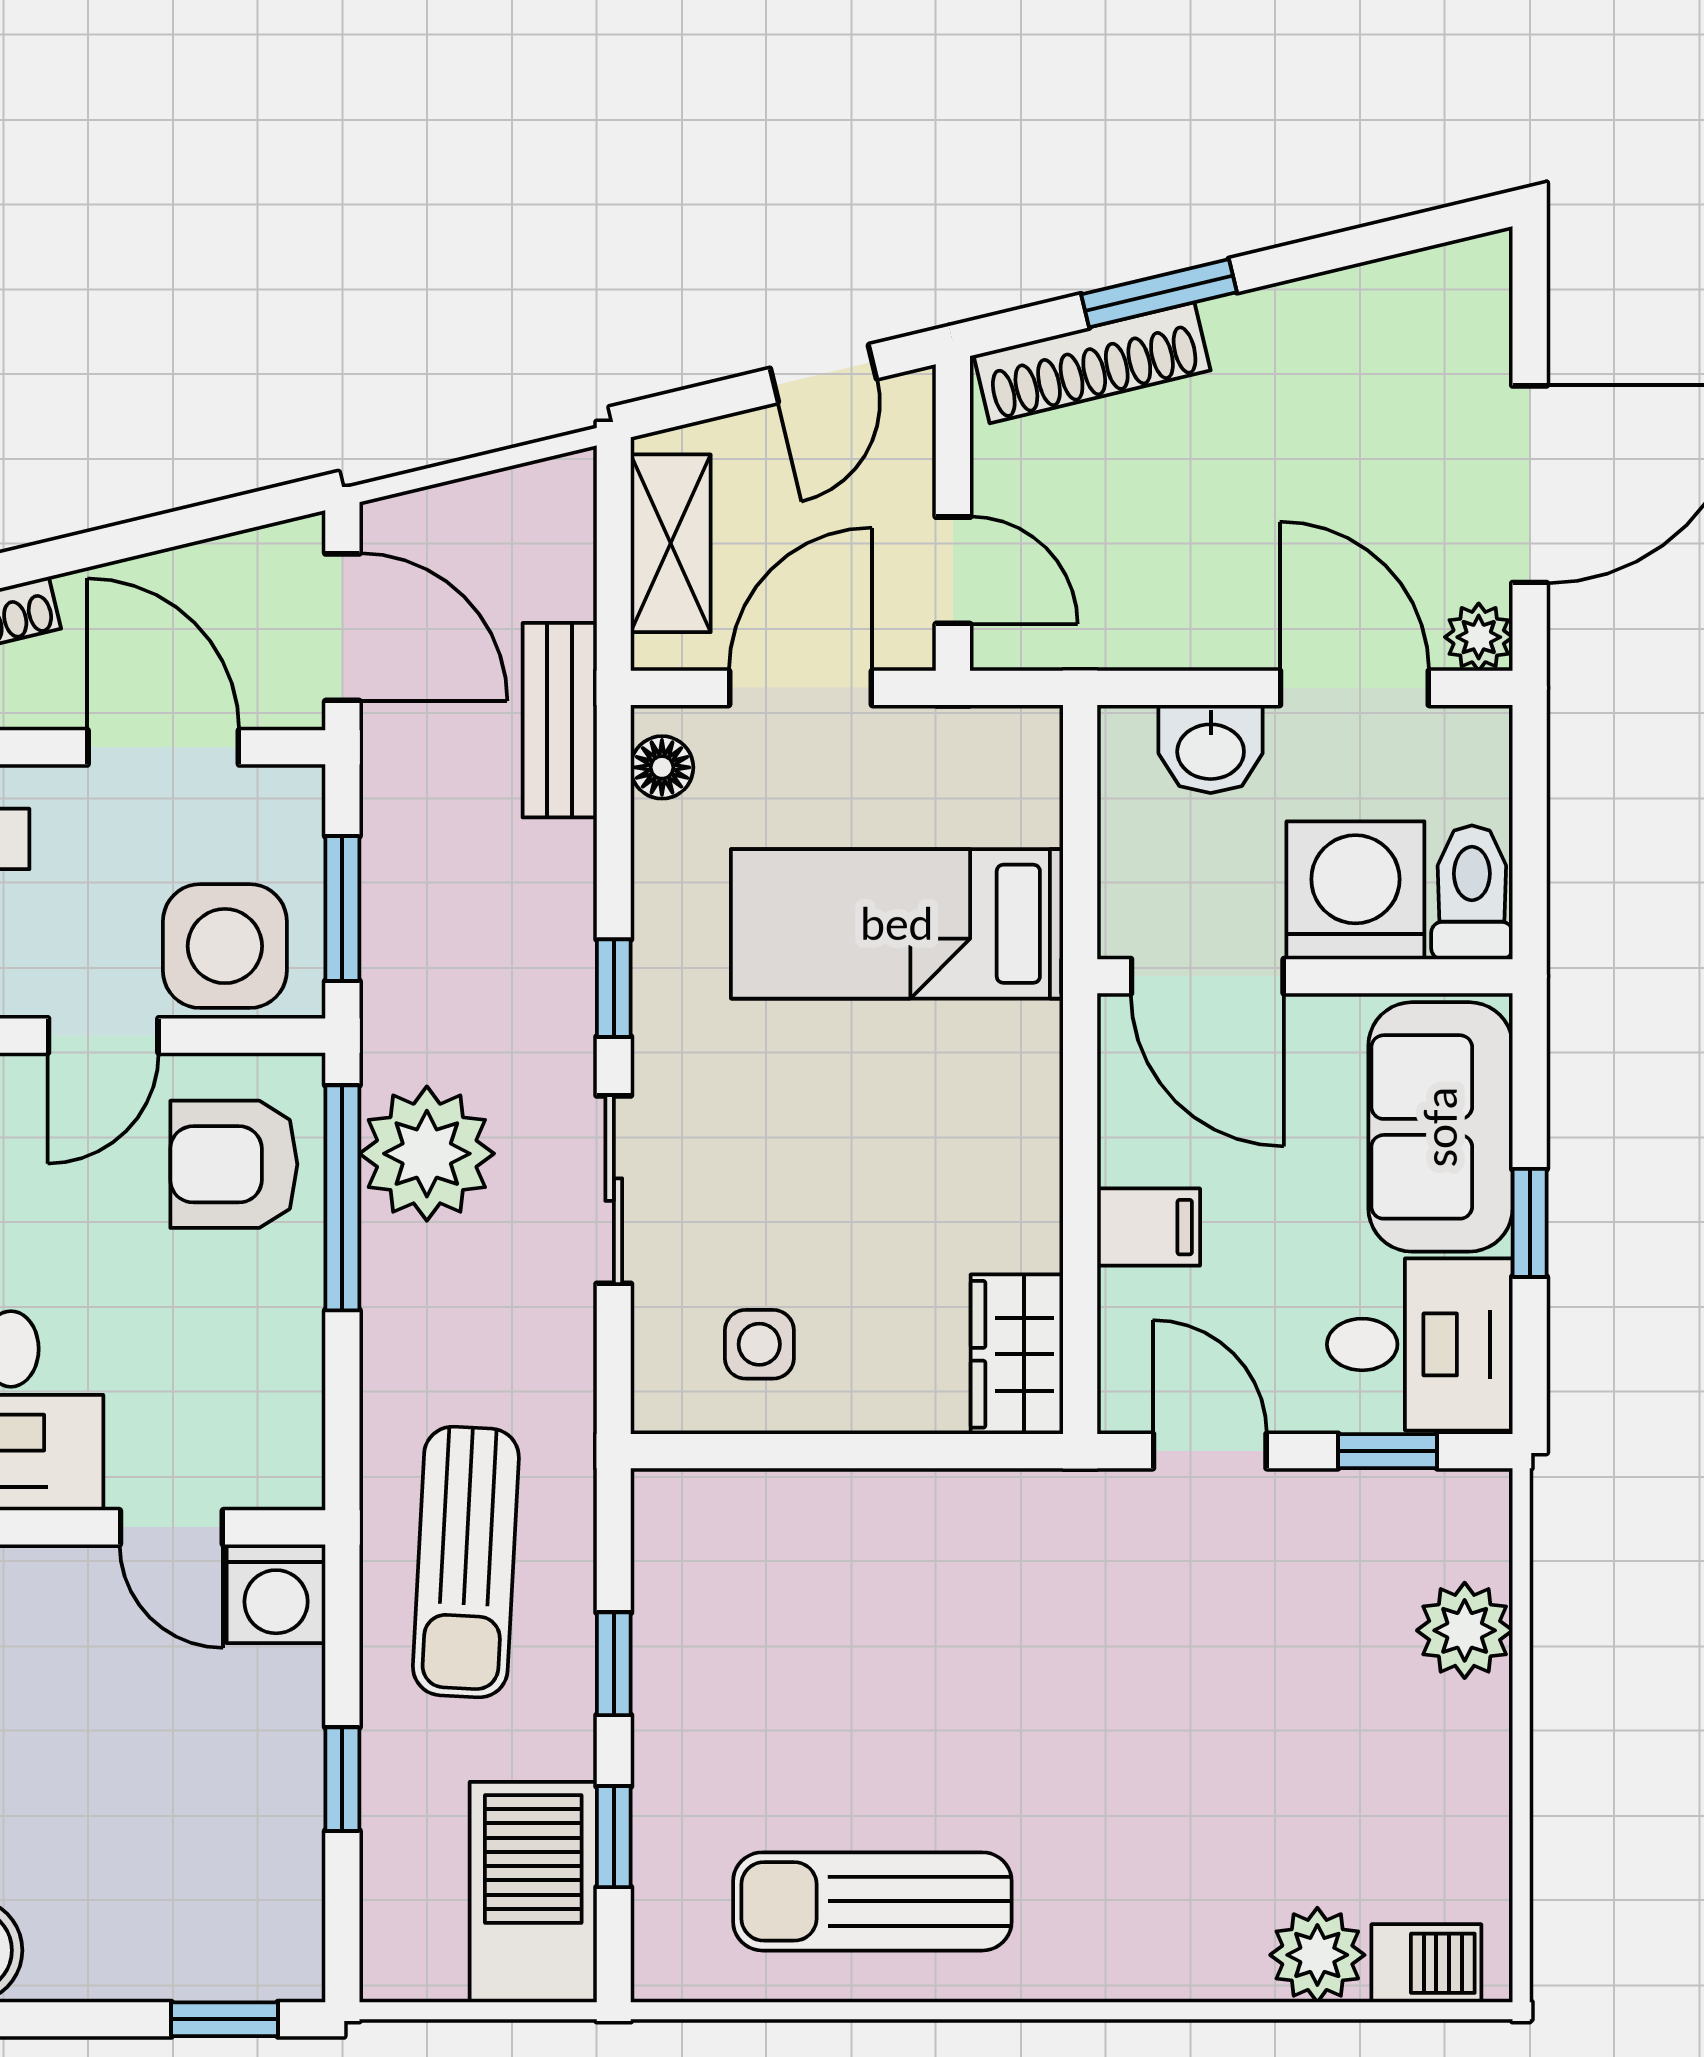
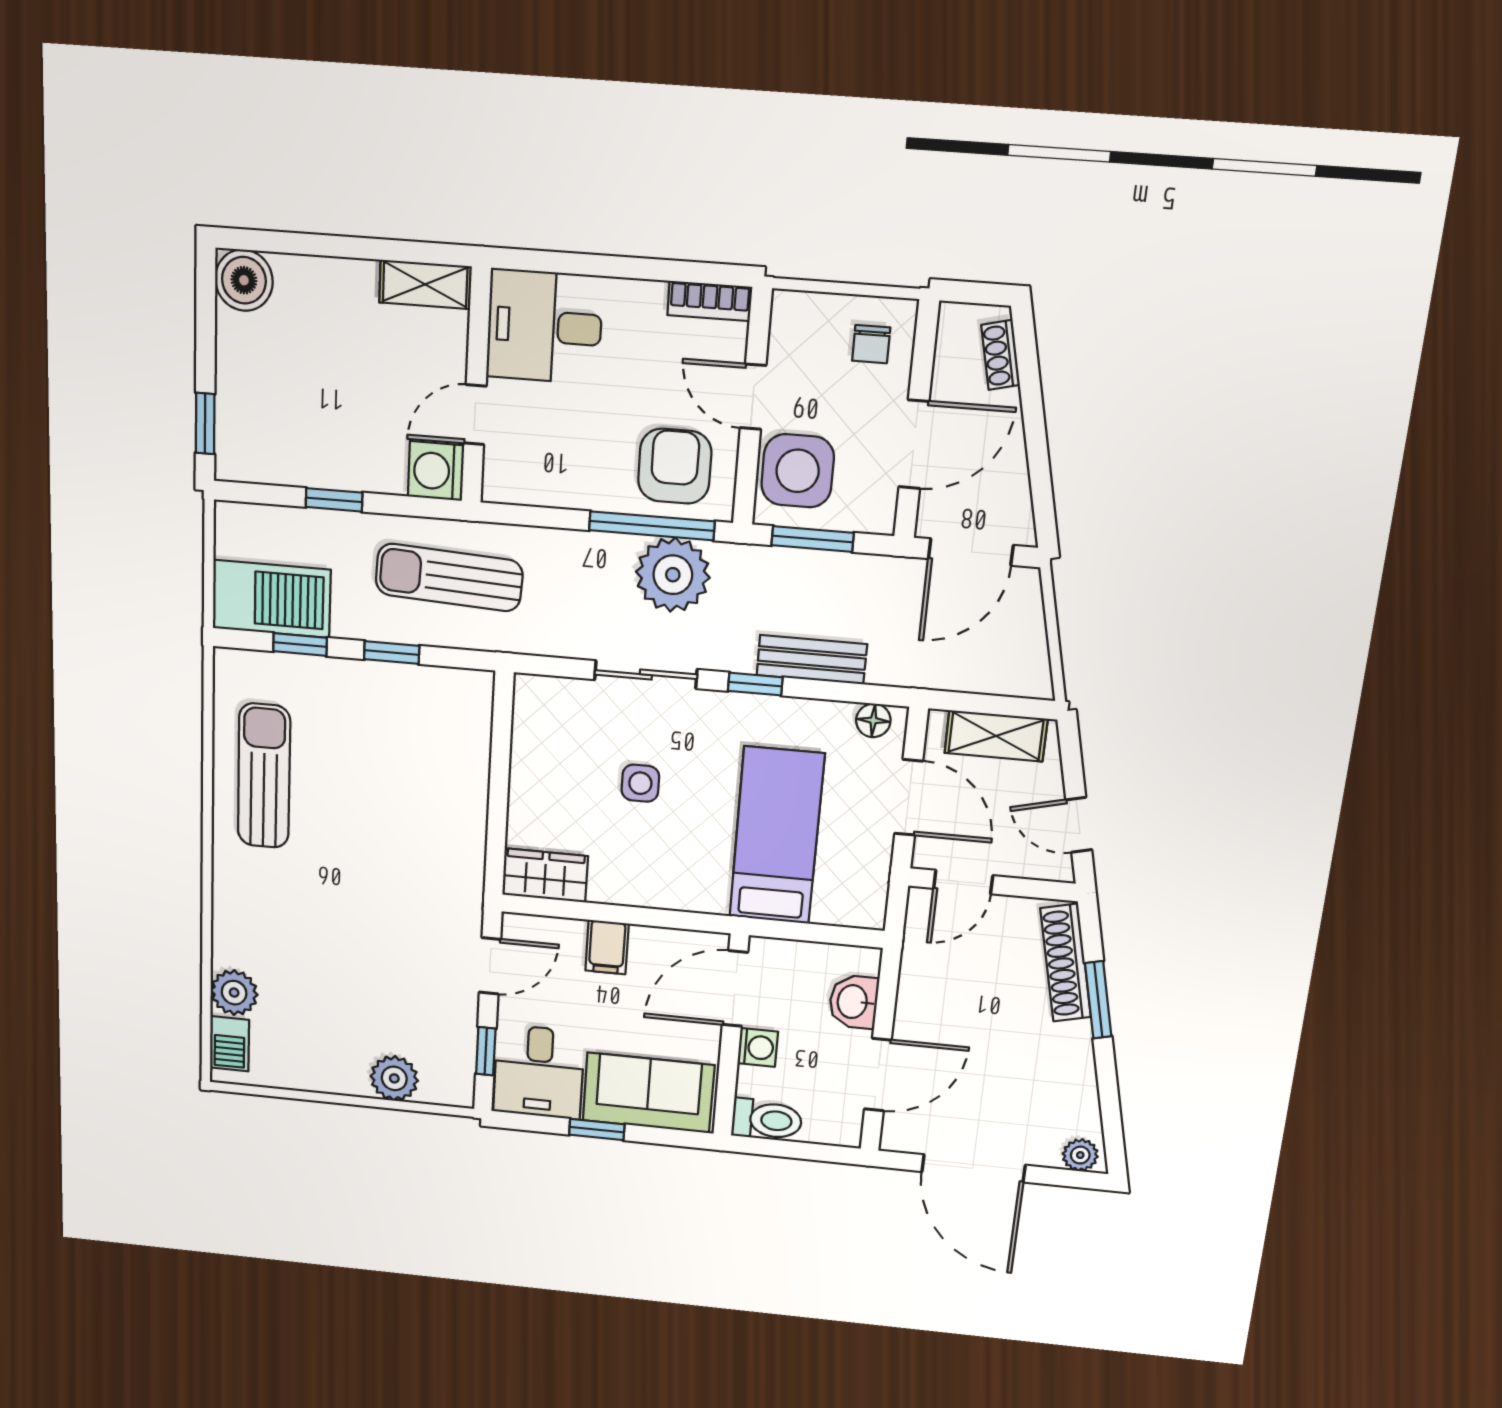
plant: (1479, 637) -> (1080, 1155), moved
bench: (560, 720) -> (812, 660), moved
washing machine: (1355, 890) -> (758, 1047), width x0.53, depth x0.53
side table: (759, 1344) -> (640, 783), moved

